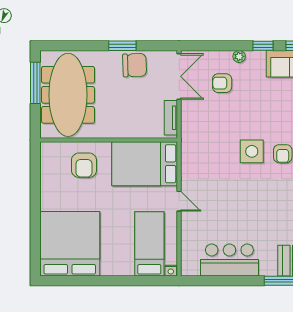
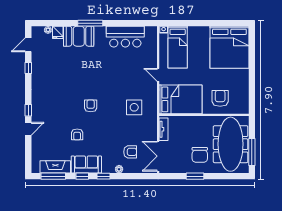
chair: (135, 65) -> (200, 155), moved, turned -88
side table: (252, 151) -> (134, 107), moved

